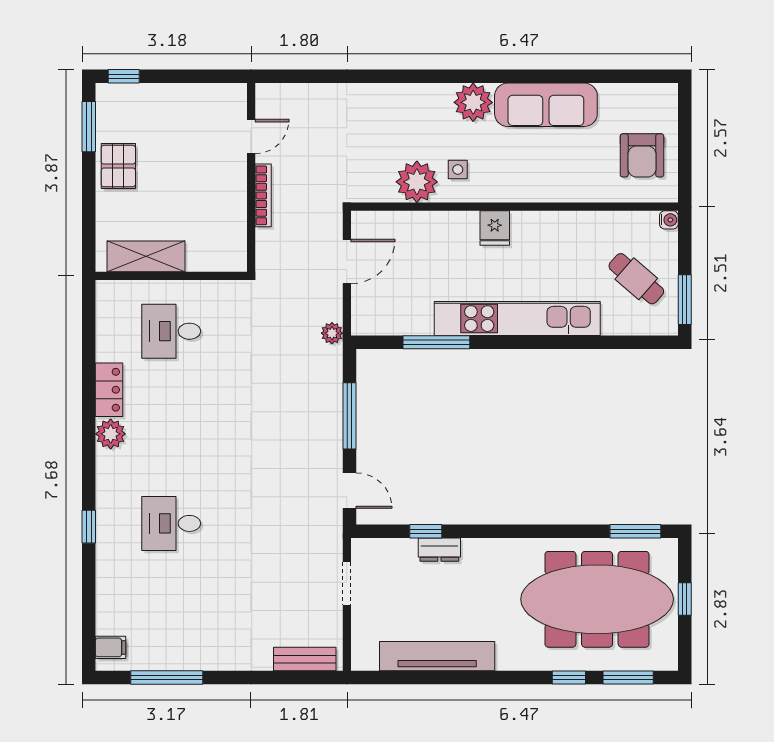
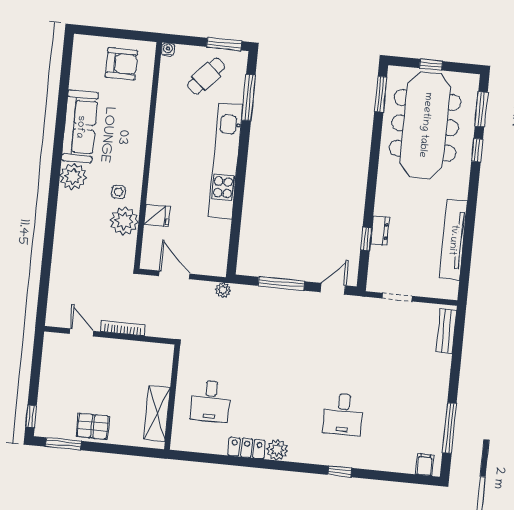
fridge: (495, 228) -> (157, 215), moved
window: (436, 342) -> (248, 98), moved

